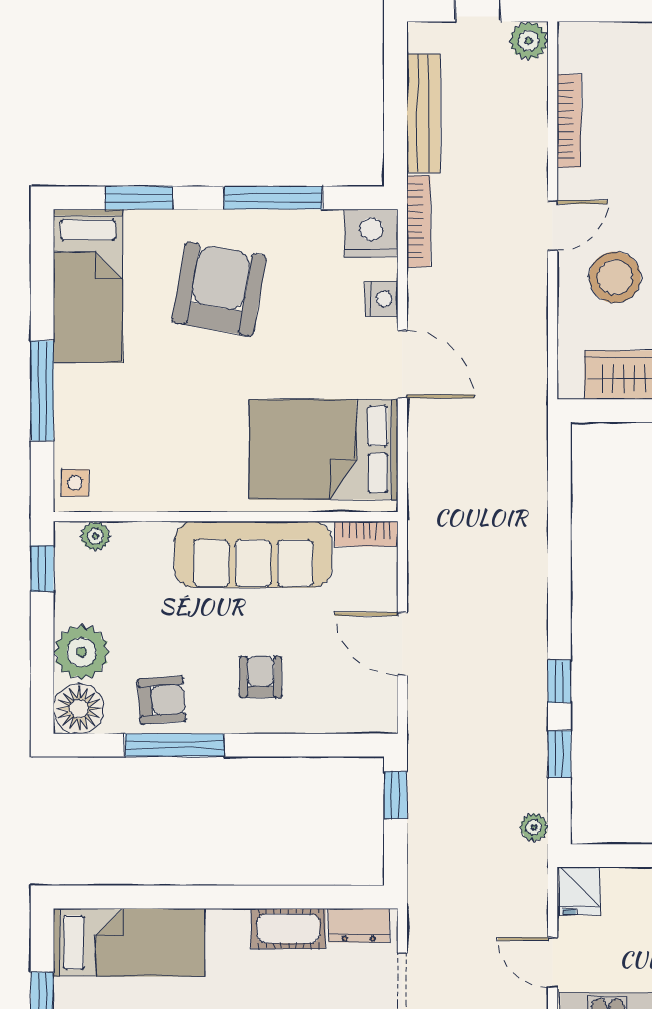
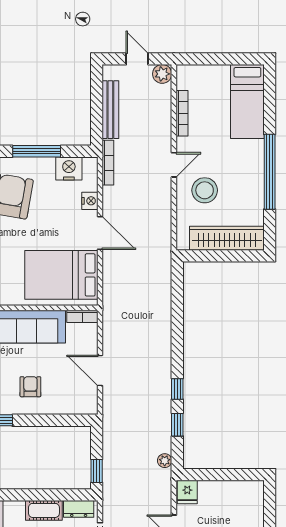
nightstand: (371, 233) -> (69, 168), moved
window: (396, 795) -> (97, 471), moved

